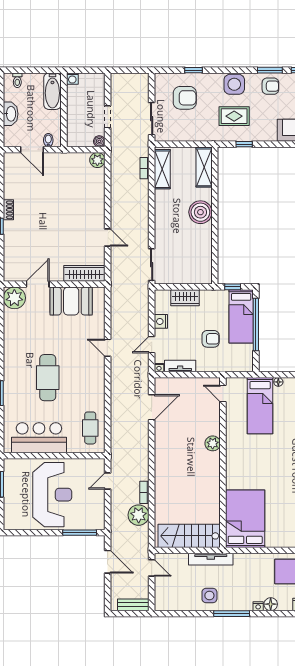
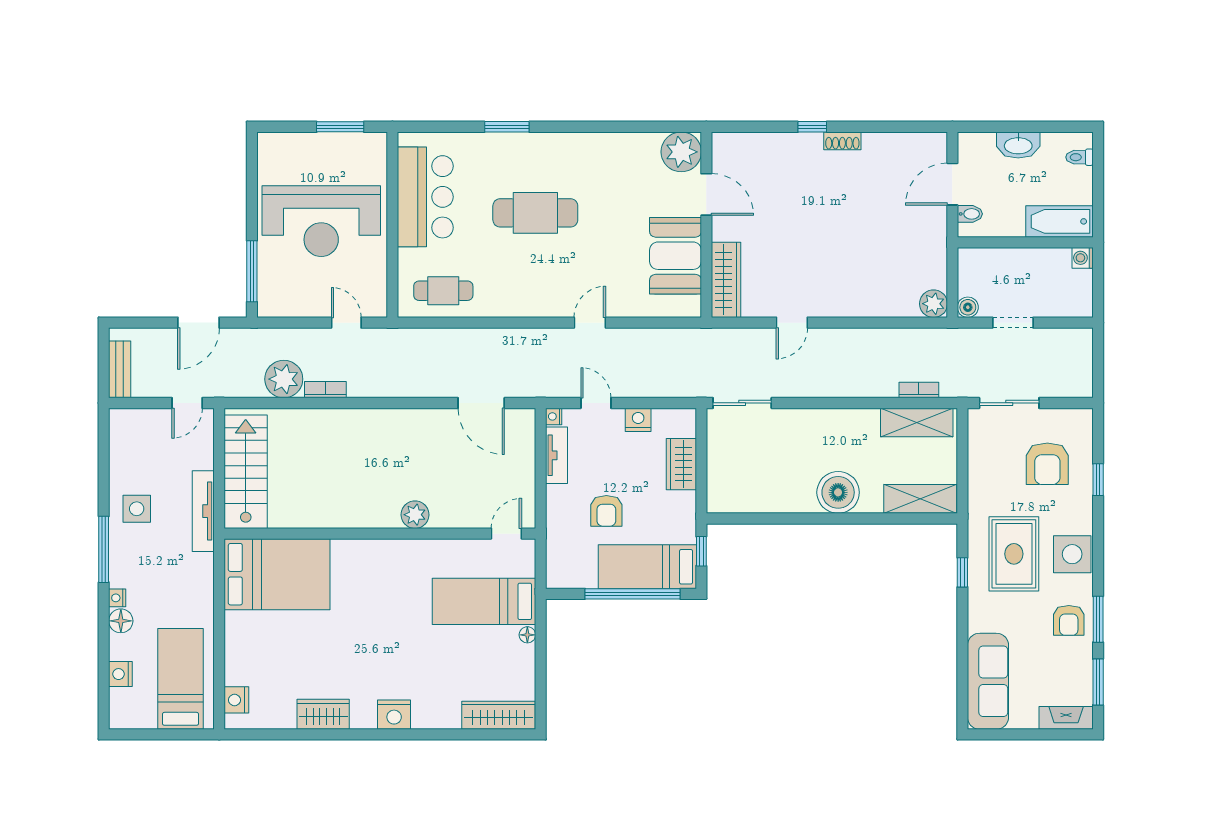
rug: (234, 116) -> (1014, 554), width x1.36, depth x1.43

